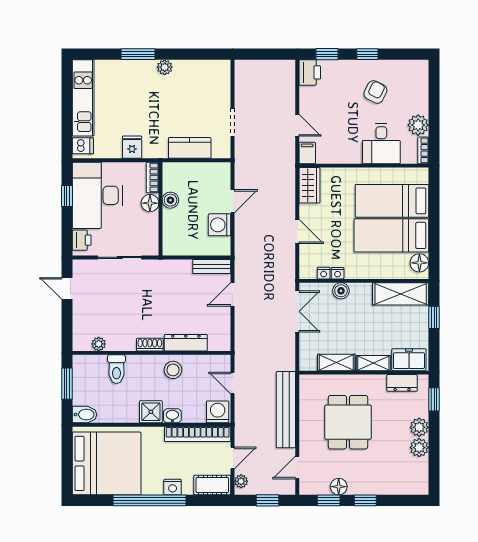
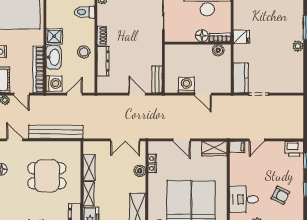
fridge: (132, 147) -> (241, 37), moved
kitchen counter: (190, 148) -> (241, 78), moved
boiler: (170, 200) -> (218, 50), moved
door: (297, 231) -> (182, 140), hinge flipped
washbasin: (172, 416) -> (54, 57), width x1.91, depth x1.45

